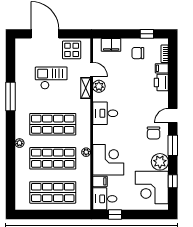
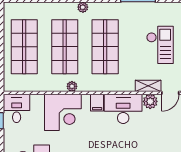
desk: (105, 113) -> (123, 109), width x1.37
filing cabinet: (100, 181) -> (97, 103), moved

